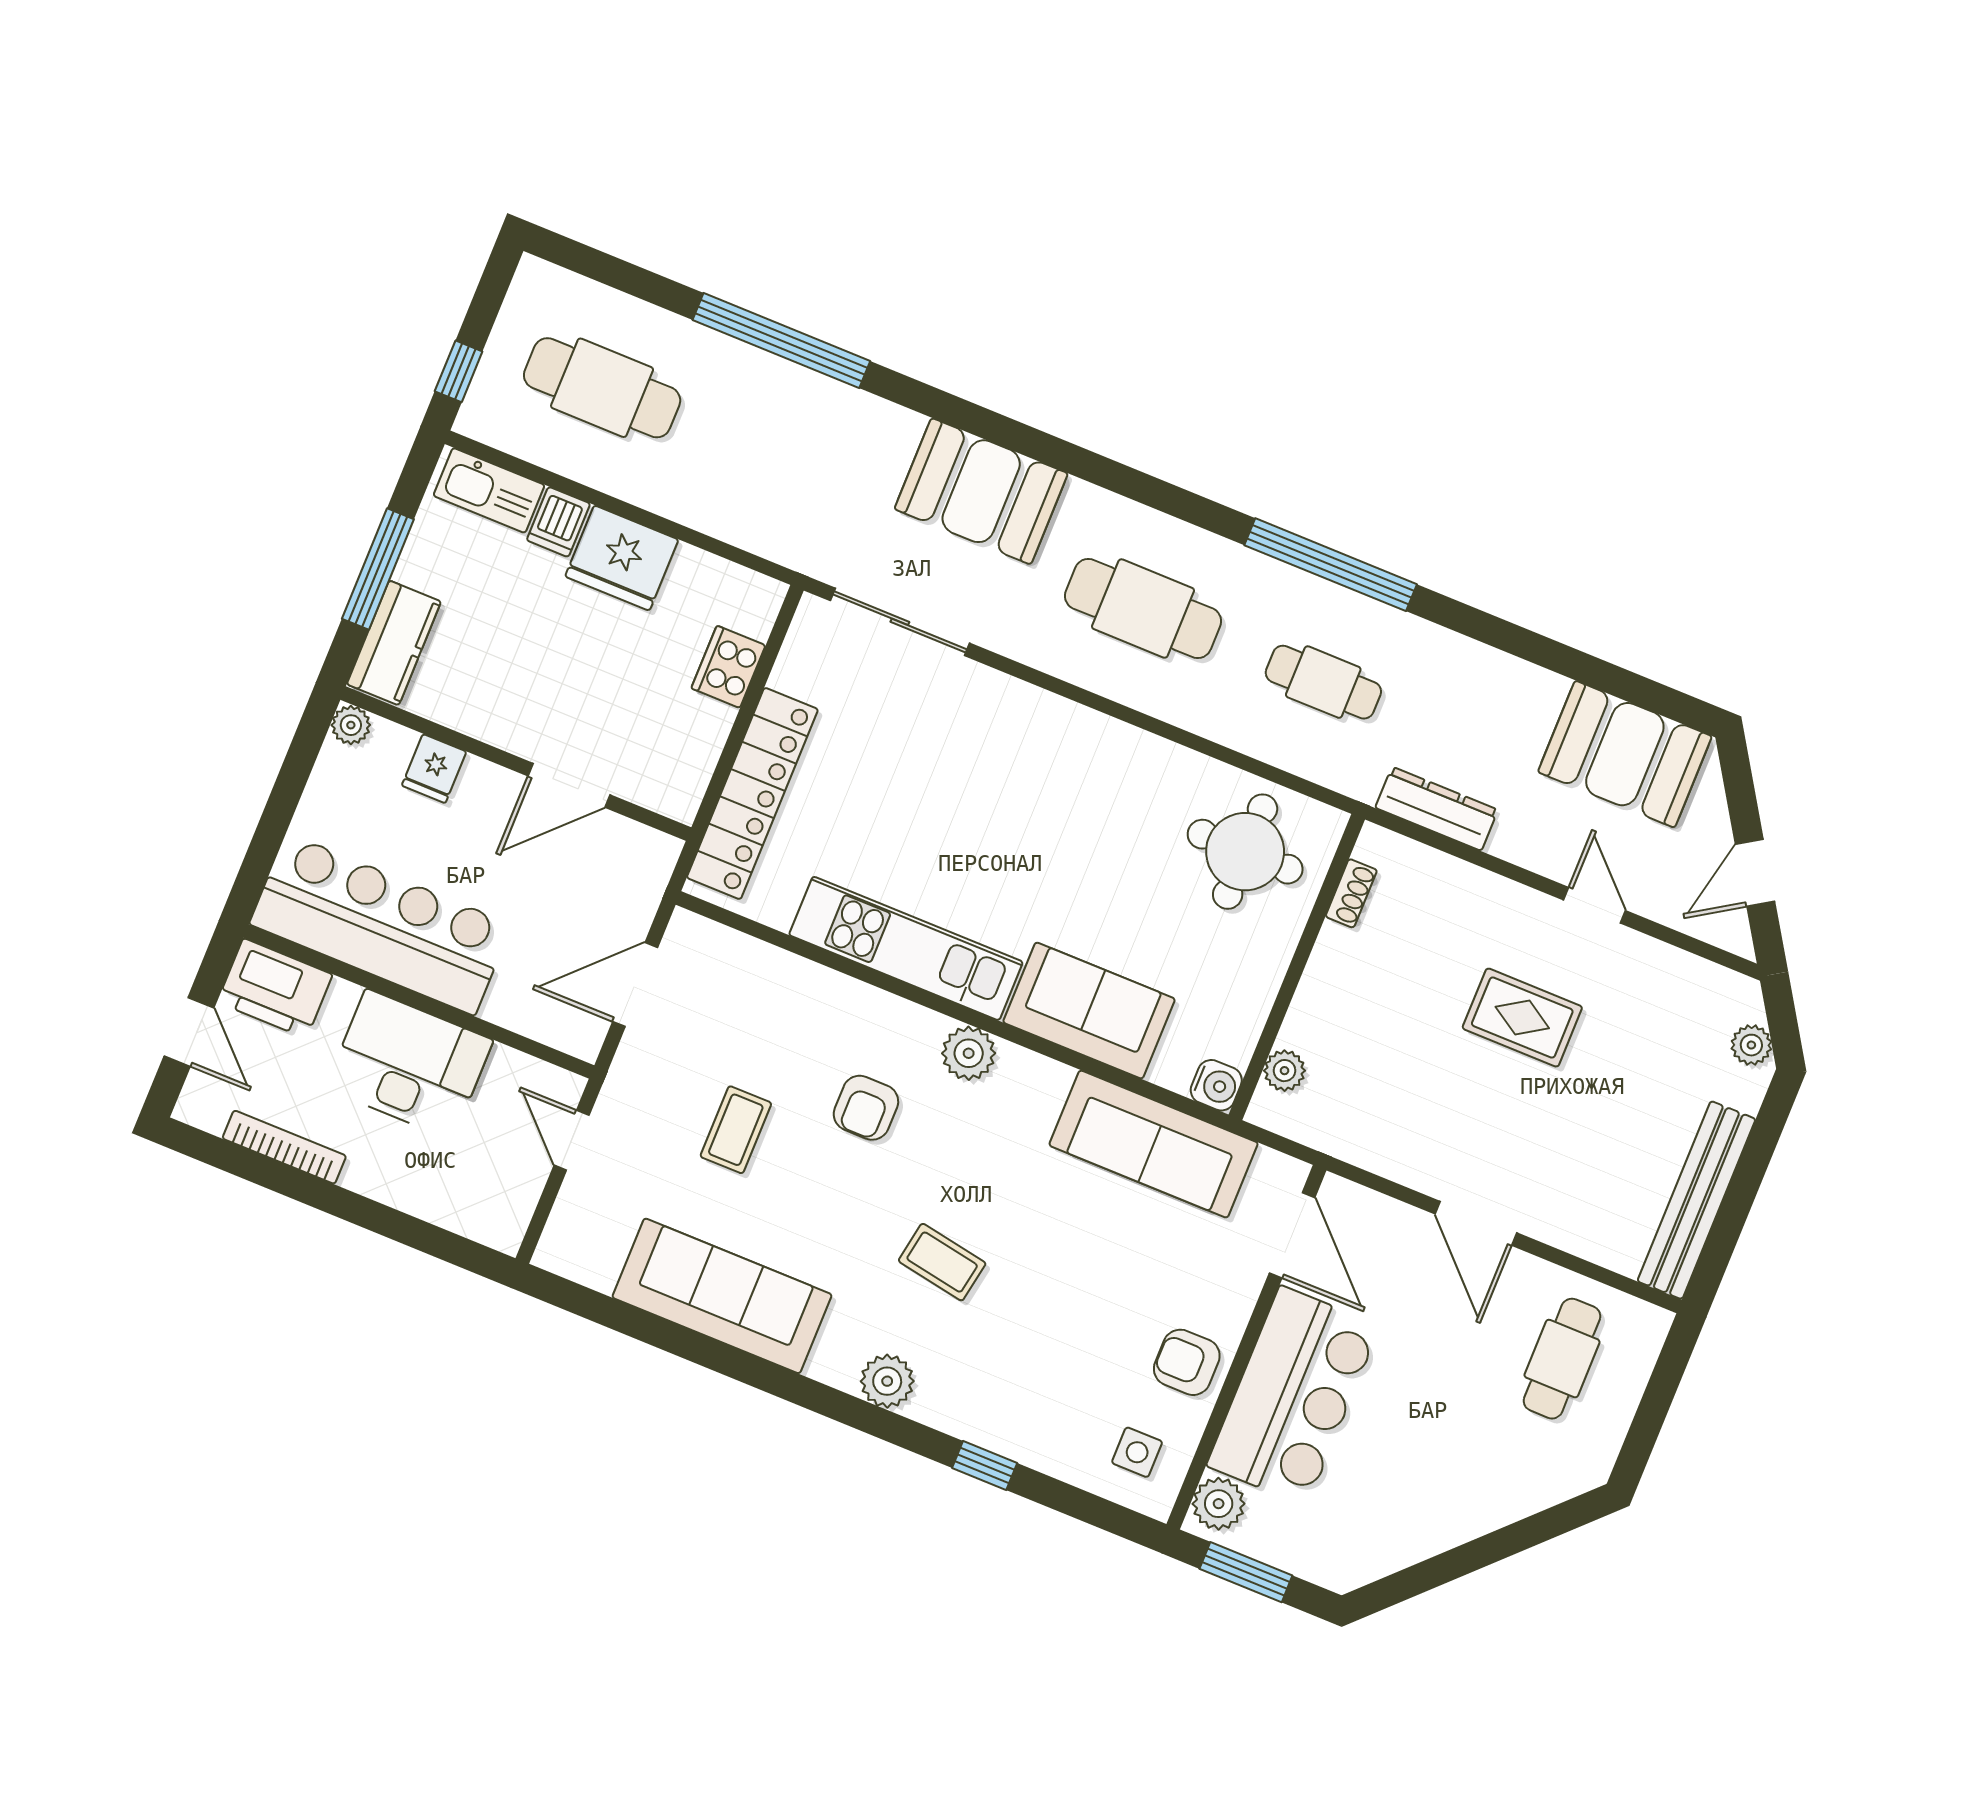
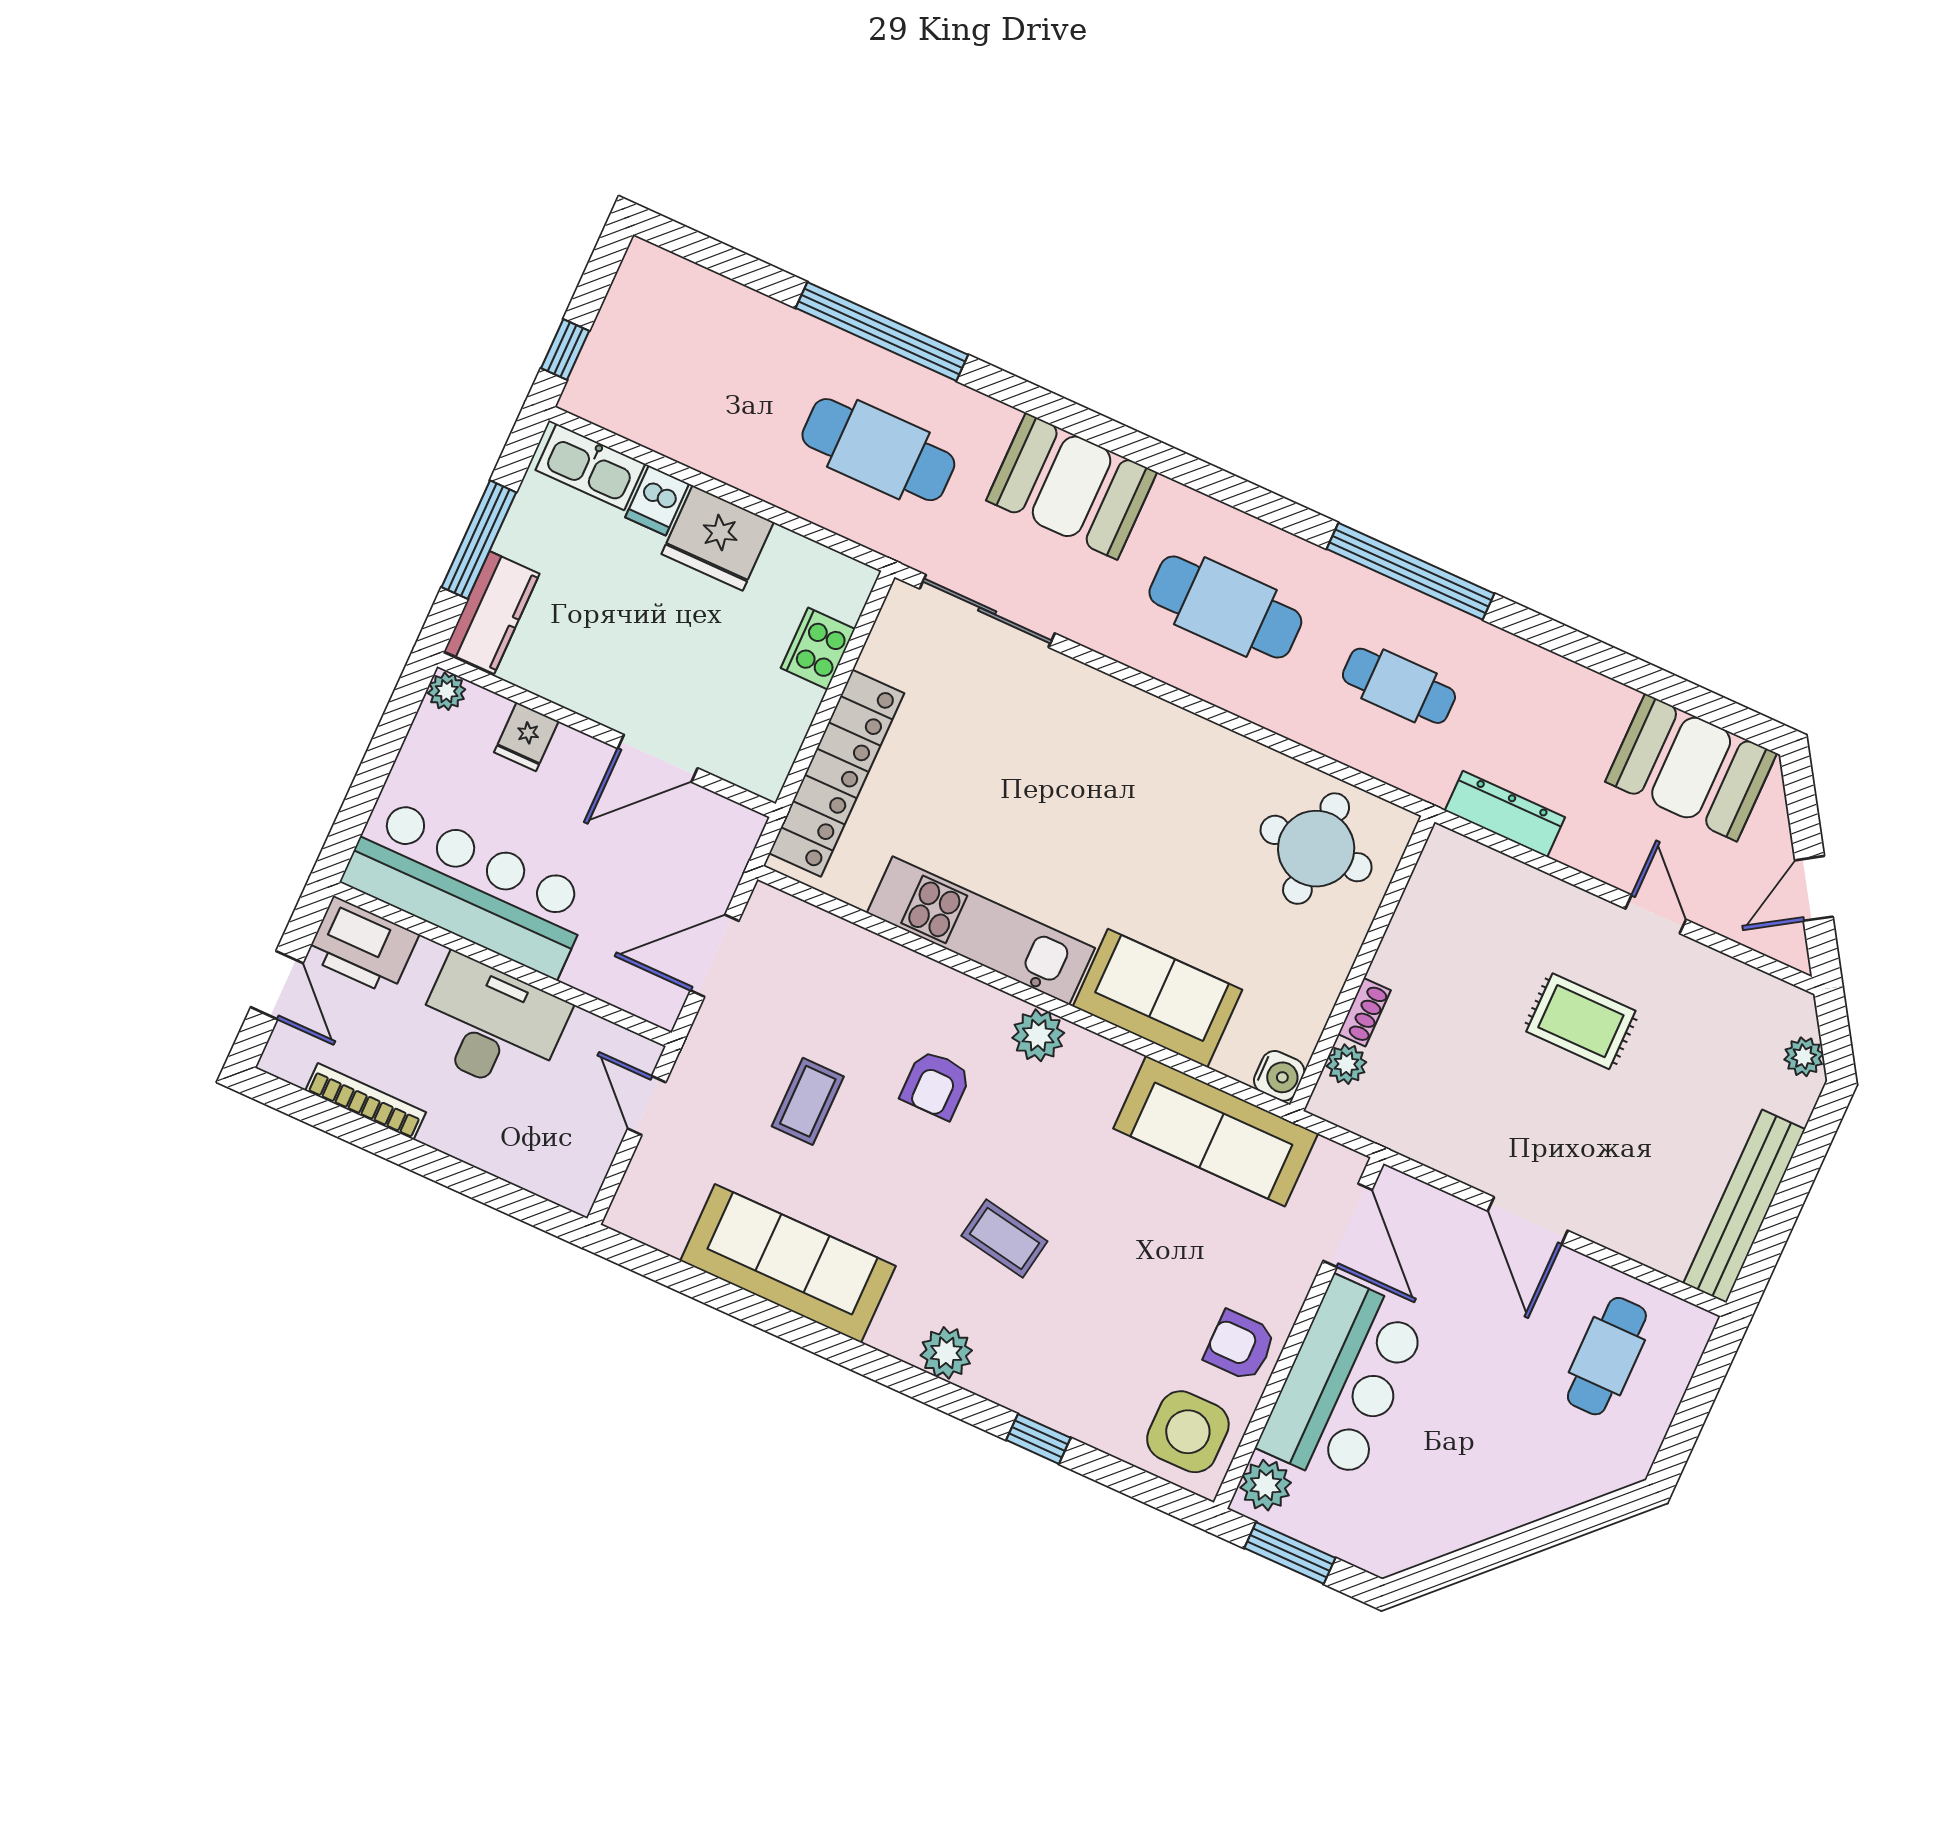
cafe table: (602, 388) -> (878, 450), moved
shoe rack: (1351, 893) -> (1364, 1012), moved
side table: (1137, 1452) -> (1188, 1432), width x1.87, depth x1.87

